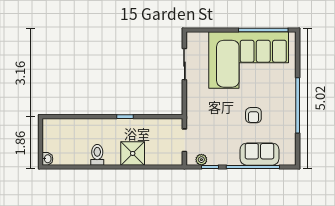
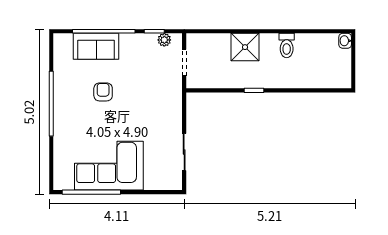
corner sofa: (249, 60) -> (109, 166), width x0.73, depth x0.74

